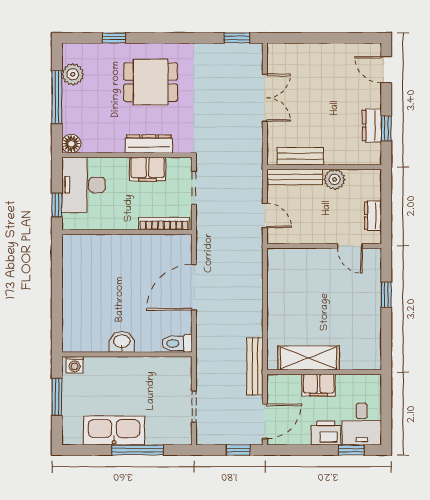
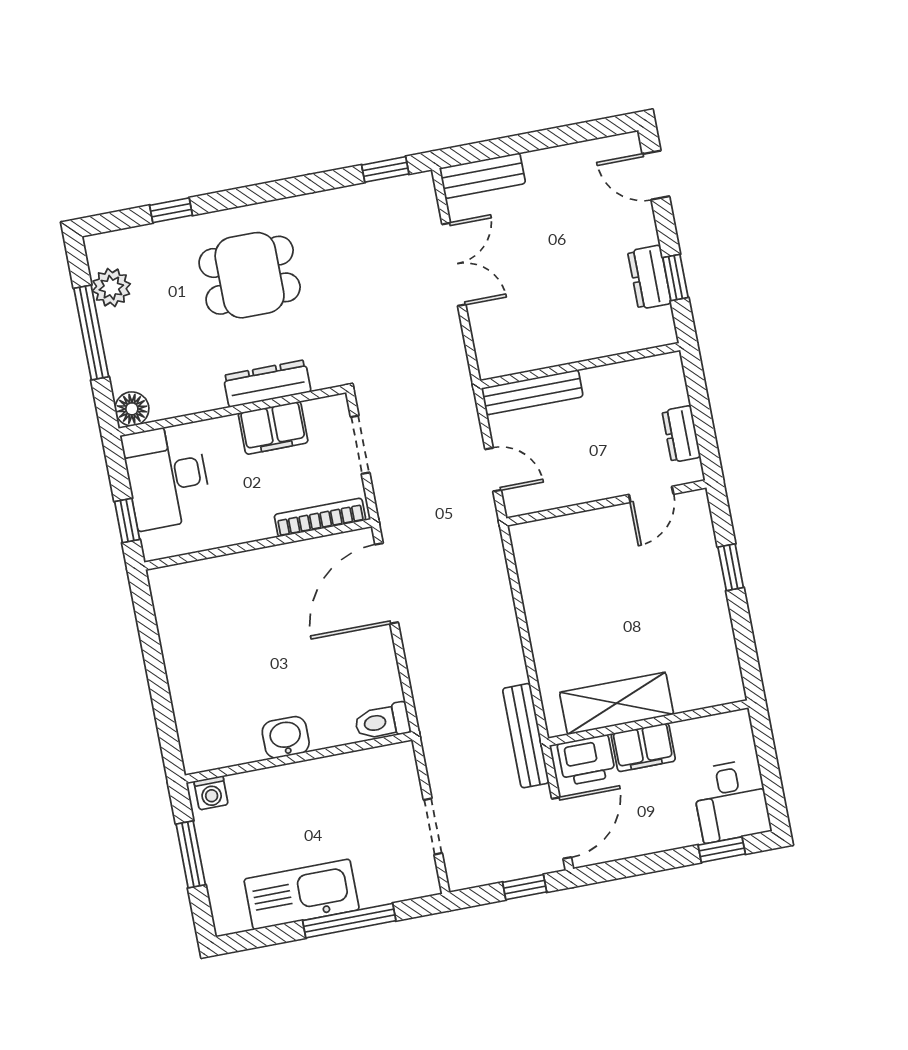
bench: (300, 156) -> (482, 176), moved
plant: (335, 179) -> (602, 384), removed
door: (350, 246) -> (651, 494), hinge flipped
door: (194, 287) -> (387, 583), moved
printer: (326, 433) -> (586, 760), moved, turned 180

